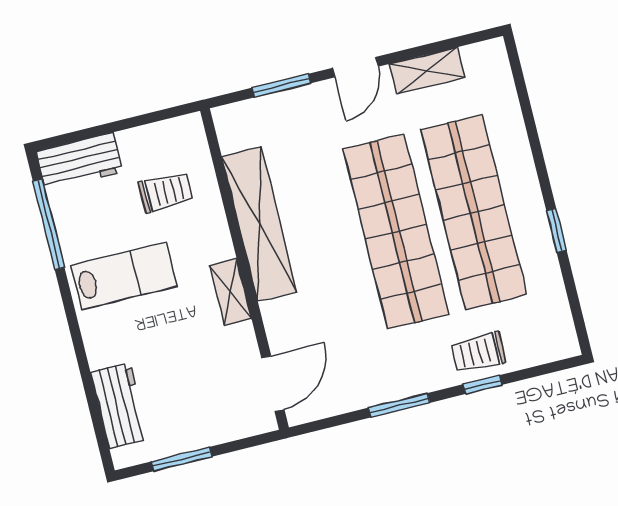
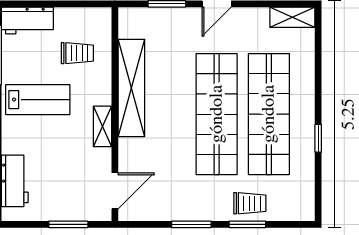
shelving: (427, 71) -> (292, 17), moved
trolley: (478, 352) -> (250, 203), turned 180
window: (483, 385) -> (247, 224), width x1.50
window: (182, 459) -> (68, 224), moved

